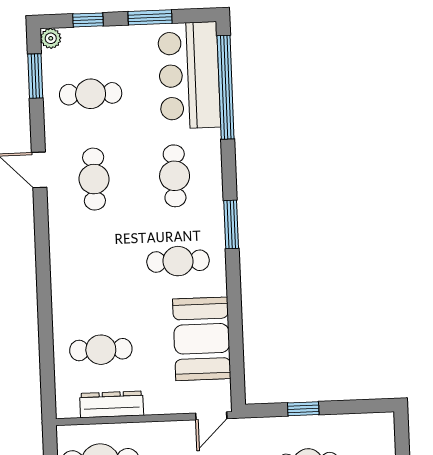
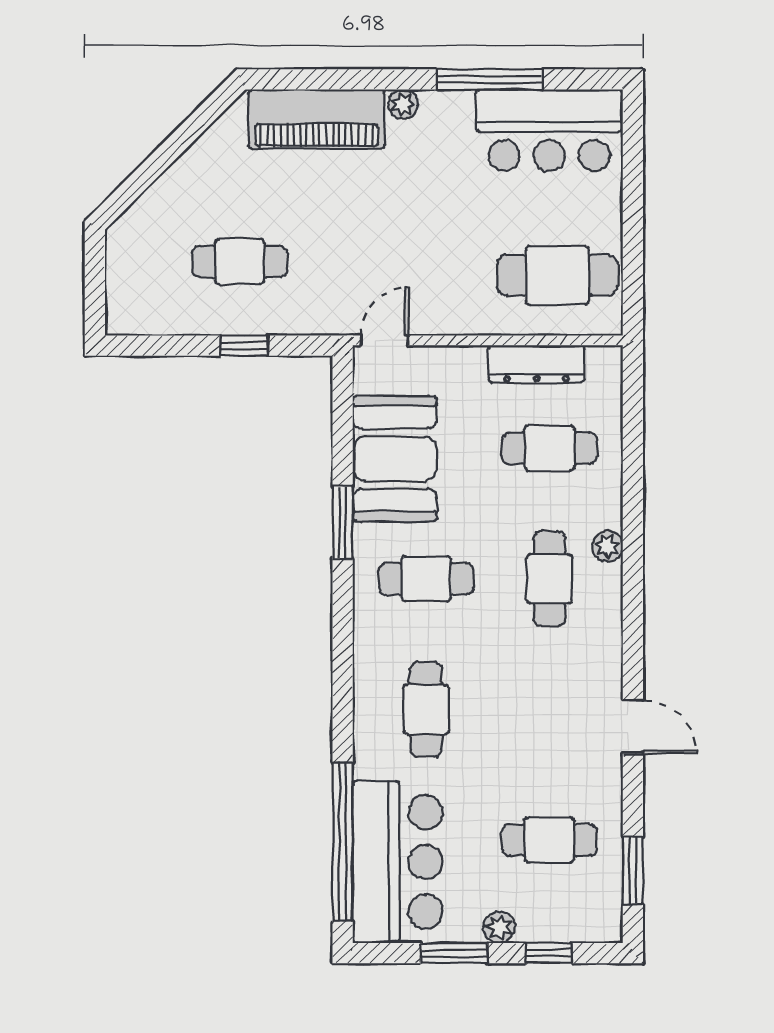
plant: (51, 38) -> (499, 927), moved
cafe table: (94, 179) -> (549, 579), moved
window: (231, 224) -> (343, 523), moved
plant: (60, 287) -> (608, 546), added

